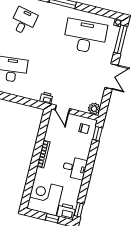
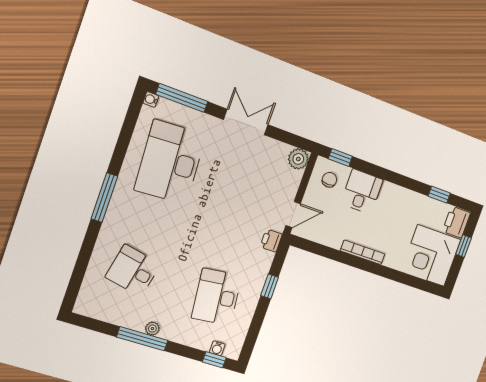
window: (20, 100) -> (270, 286), added
desk: (75, 168) -> (362, 192), moved
window: (79, 210) -> (439, 195), moved

